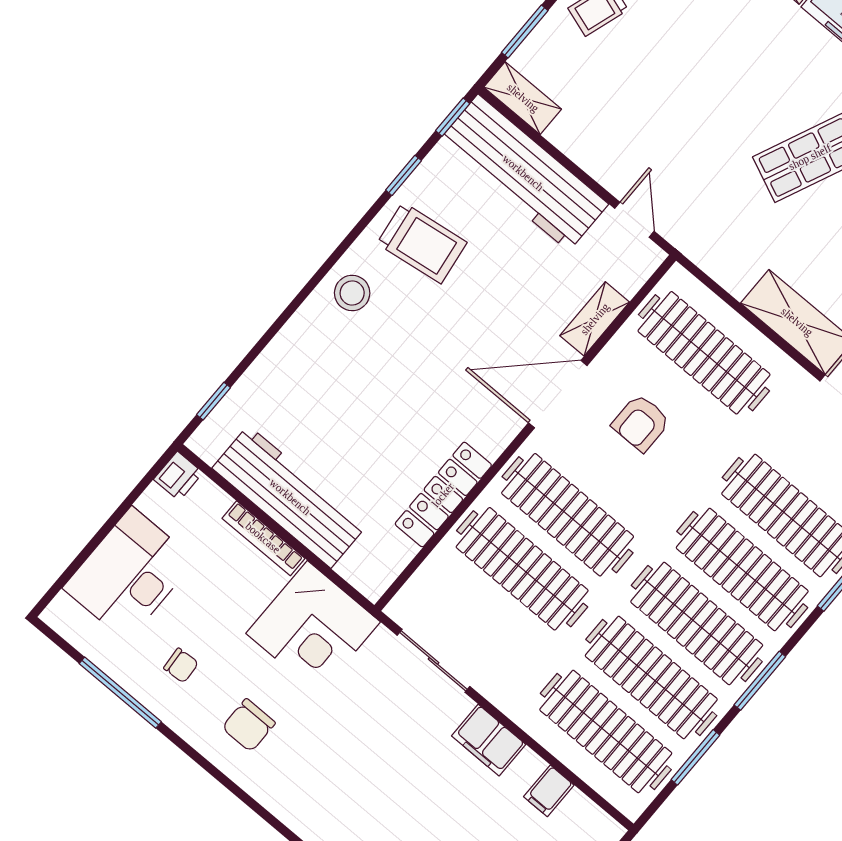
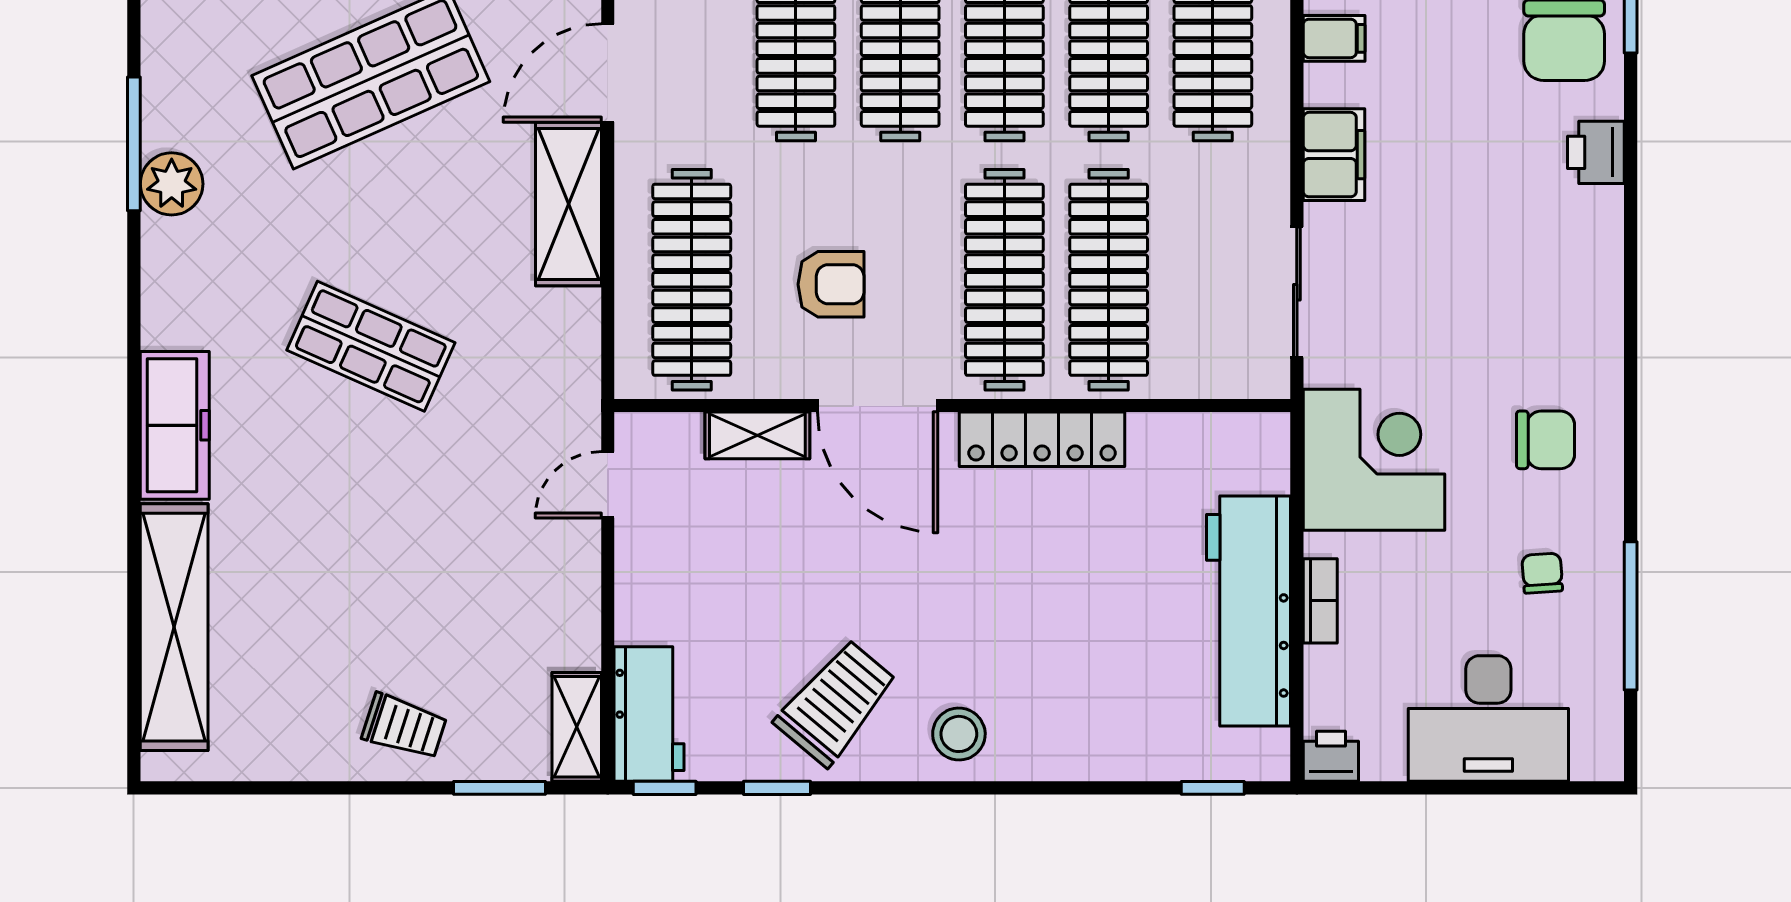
workbench: (523, 173) -> (649, 714), width x0.53, depth x0.76
trolley: (422, 243) -> (836, 703), turned 48
locker: (443, 495) -> (1042, 439), moved
bookcase: (263, 538) -> (1320, 601), width x0.64

